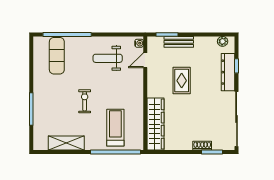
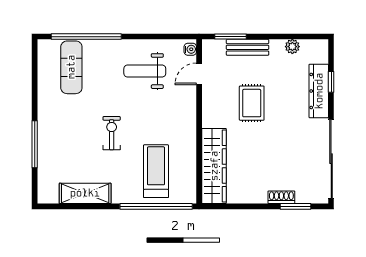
plant: (223, 41) -> (292, 47), moved

